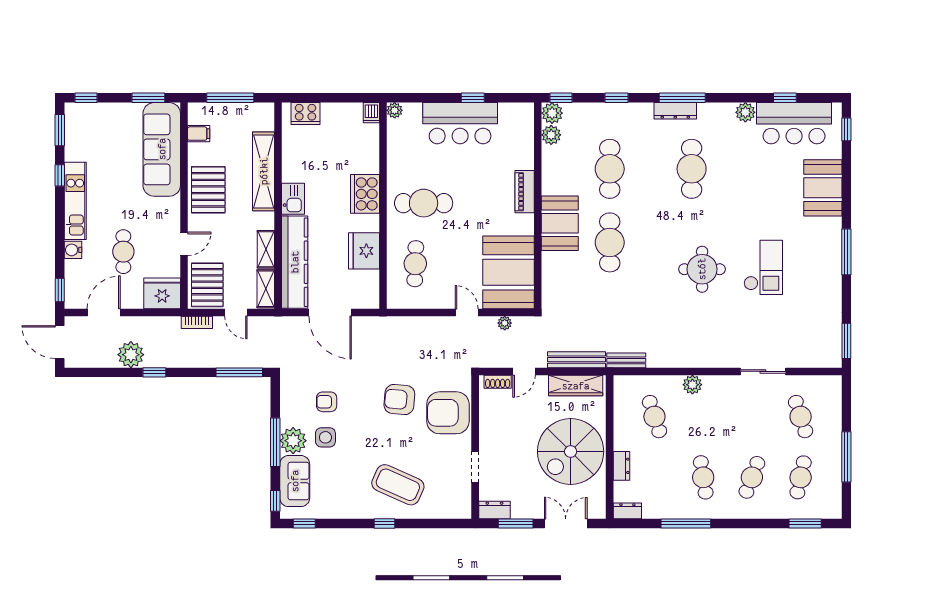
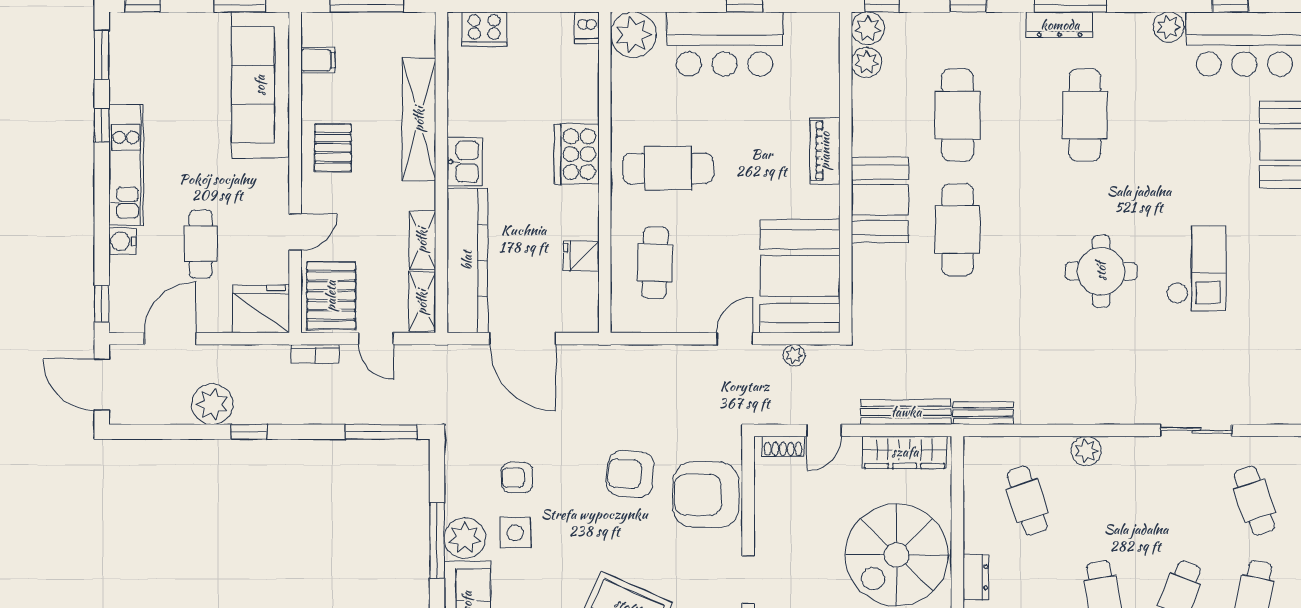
plant: (395, 110) -> (633, 35), width x1.87, depth x1.87
pallet: (208, 190) -> (333, 148), width x0.67, depth x0.71
fridge: (364, 251) -> (581, 256), width x0.53, depth x0.75
door: (467, 312) -> (735, 339), hinge flipped

